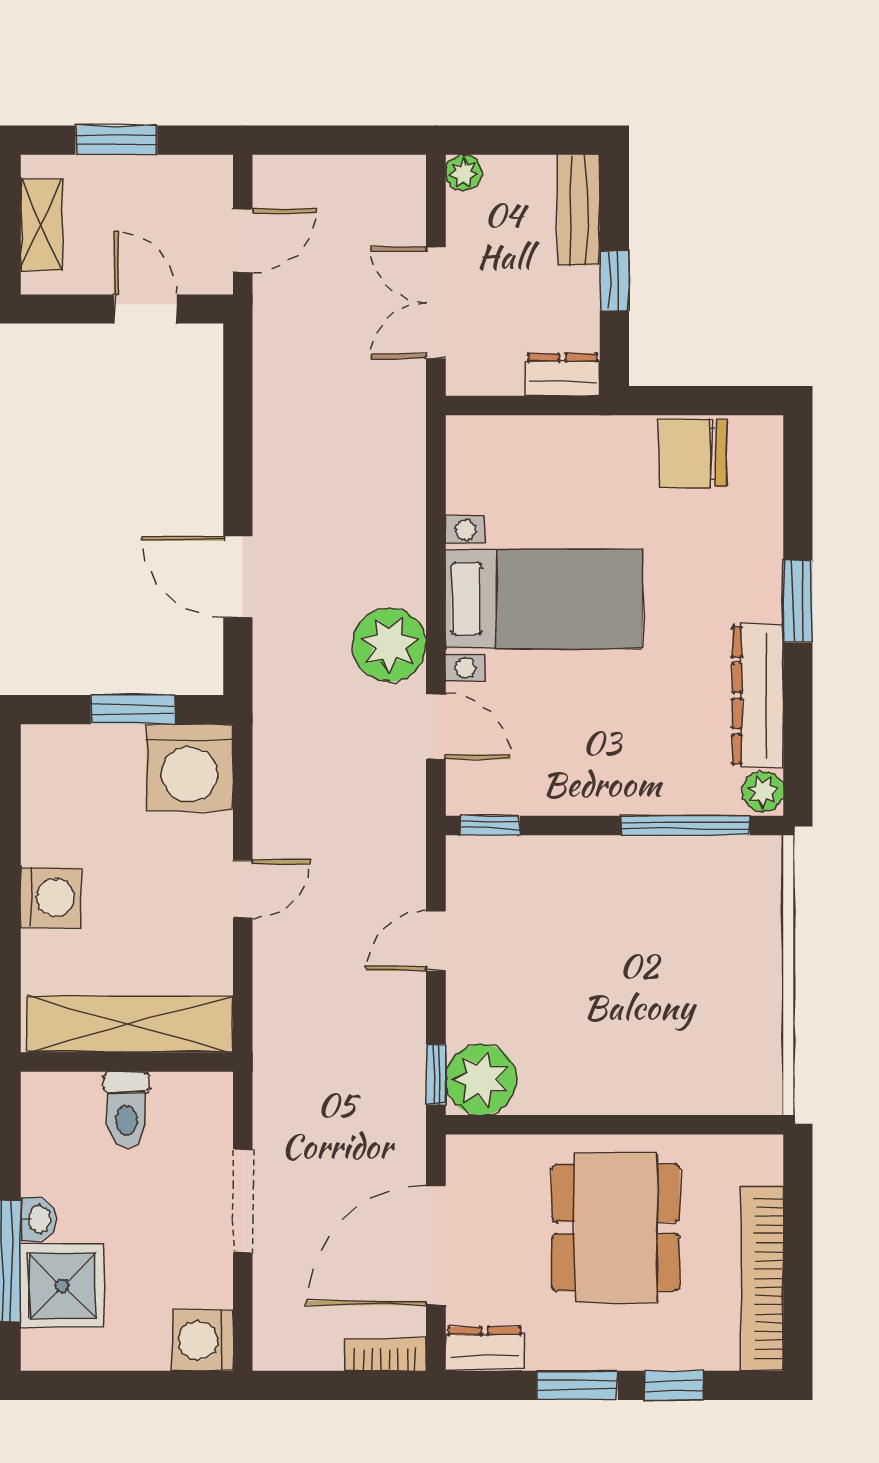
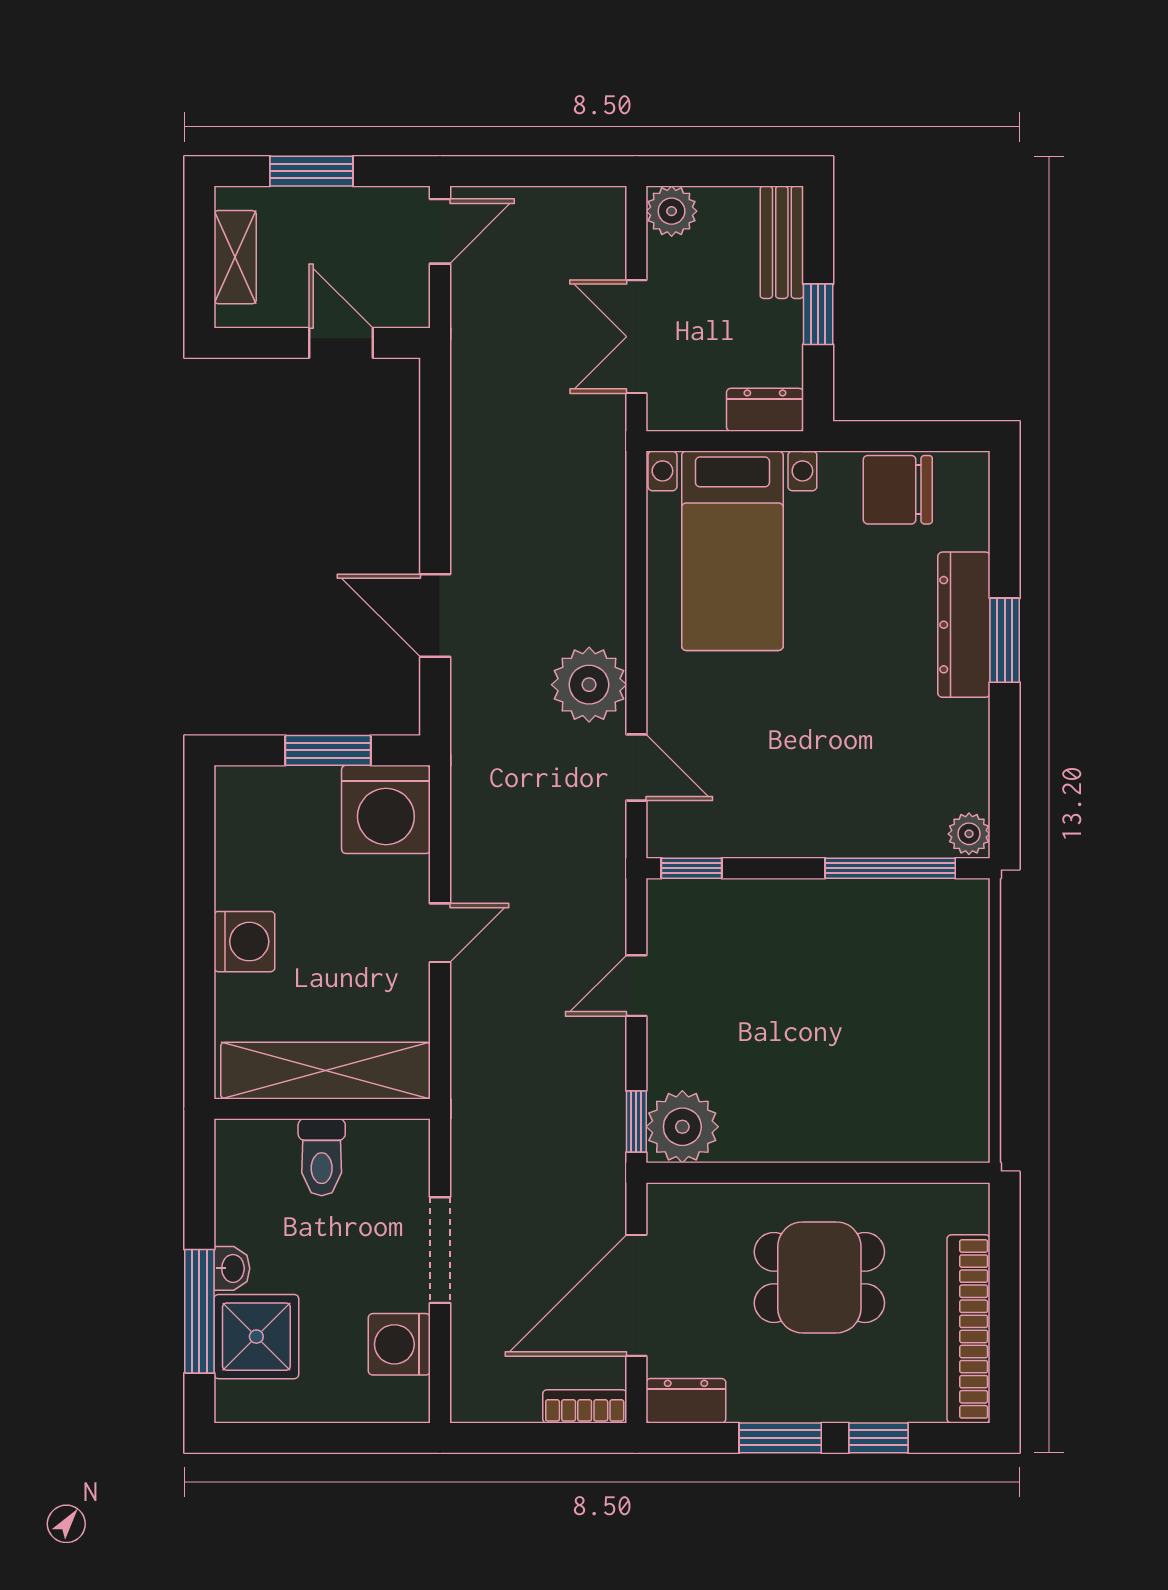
plant: (464, 173) -> (672, 211), width x1.38, depth x1.38
door: (243, 241) -> (440, 231), moved
bed with nightstands: (544, 599) -> (732, 551), moved, turned 90
dresser: (758, 696) -> (964, 625), moved
dining table: (616, 1228) -> (819, 1277), width x0.73
washing machine: (203, 1341) -> (399, 1344), moved

